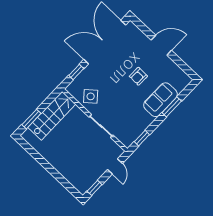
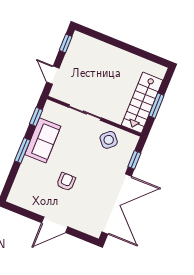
sofa: (161, 100) -> (43, 140), moved
window: (172, 107) -> (22, 151), moved
window: (31, 119) -> (156, 106), moved

